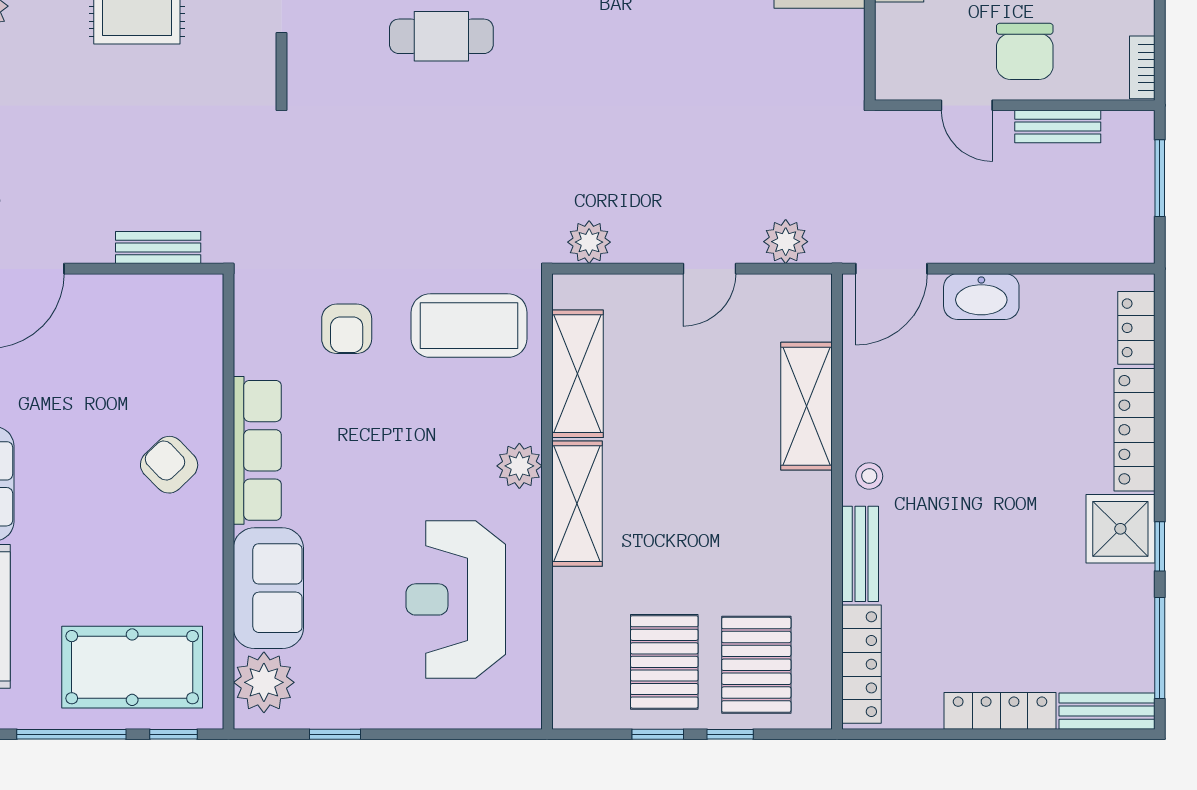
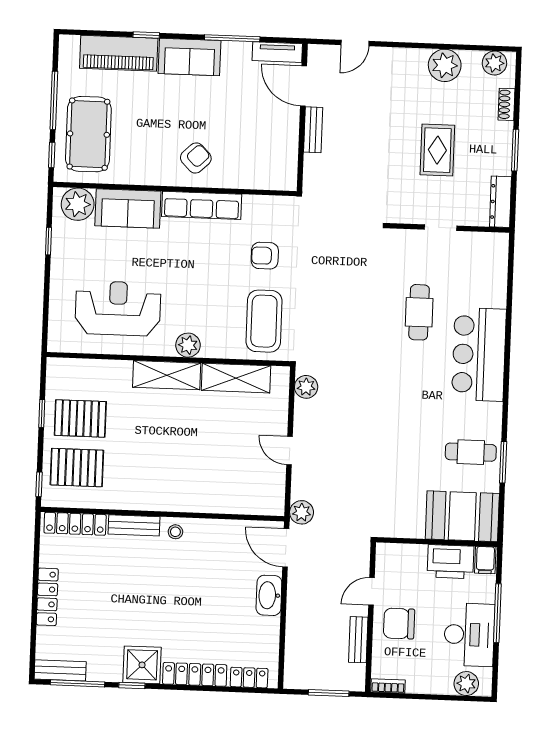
plant: (786, 242) -> (302, 512), moved
bench: (158, 248) -> (313, 130), moved
shelving: (807, 406) -> (214, 500), removed
bench: (1107, 711) -> (60, 670), moved, turned 90
window: (730, 734) -> (39, 484), moved

